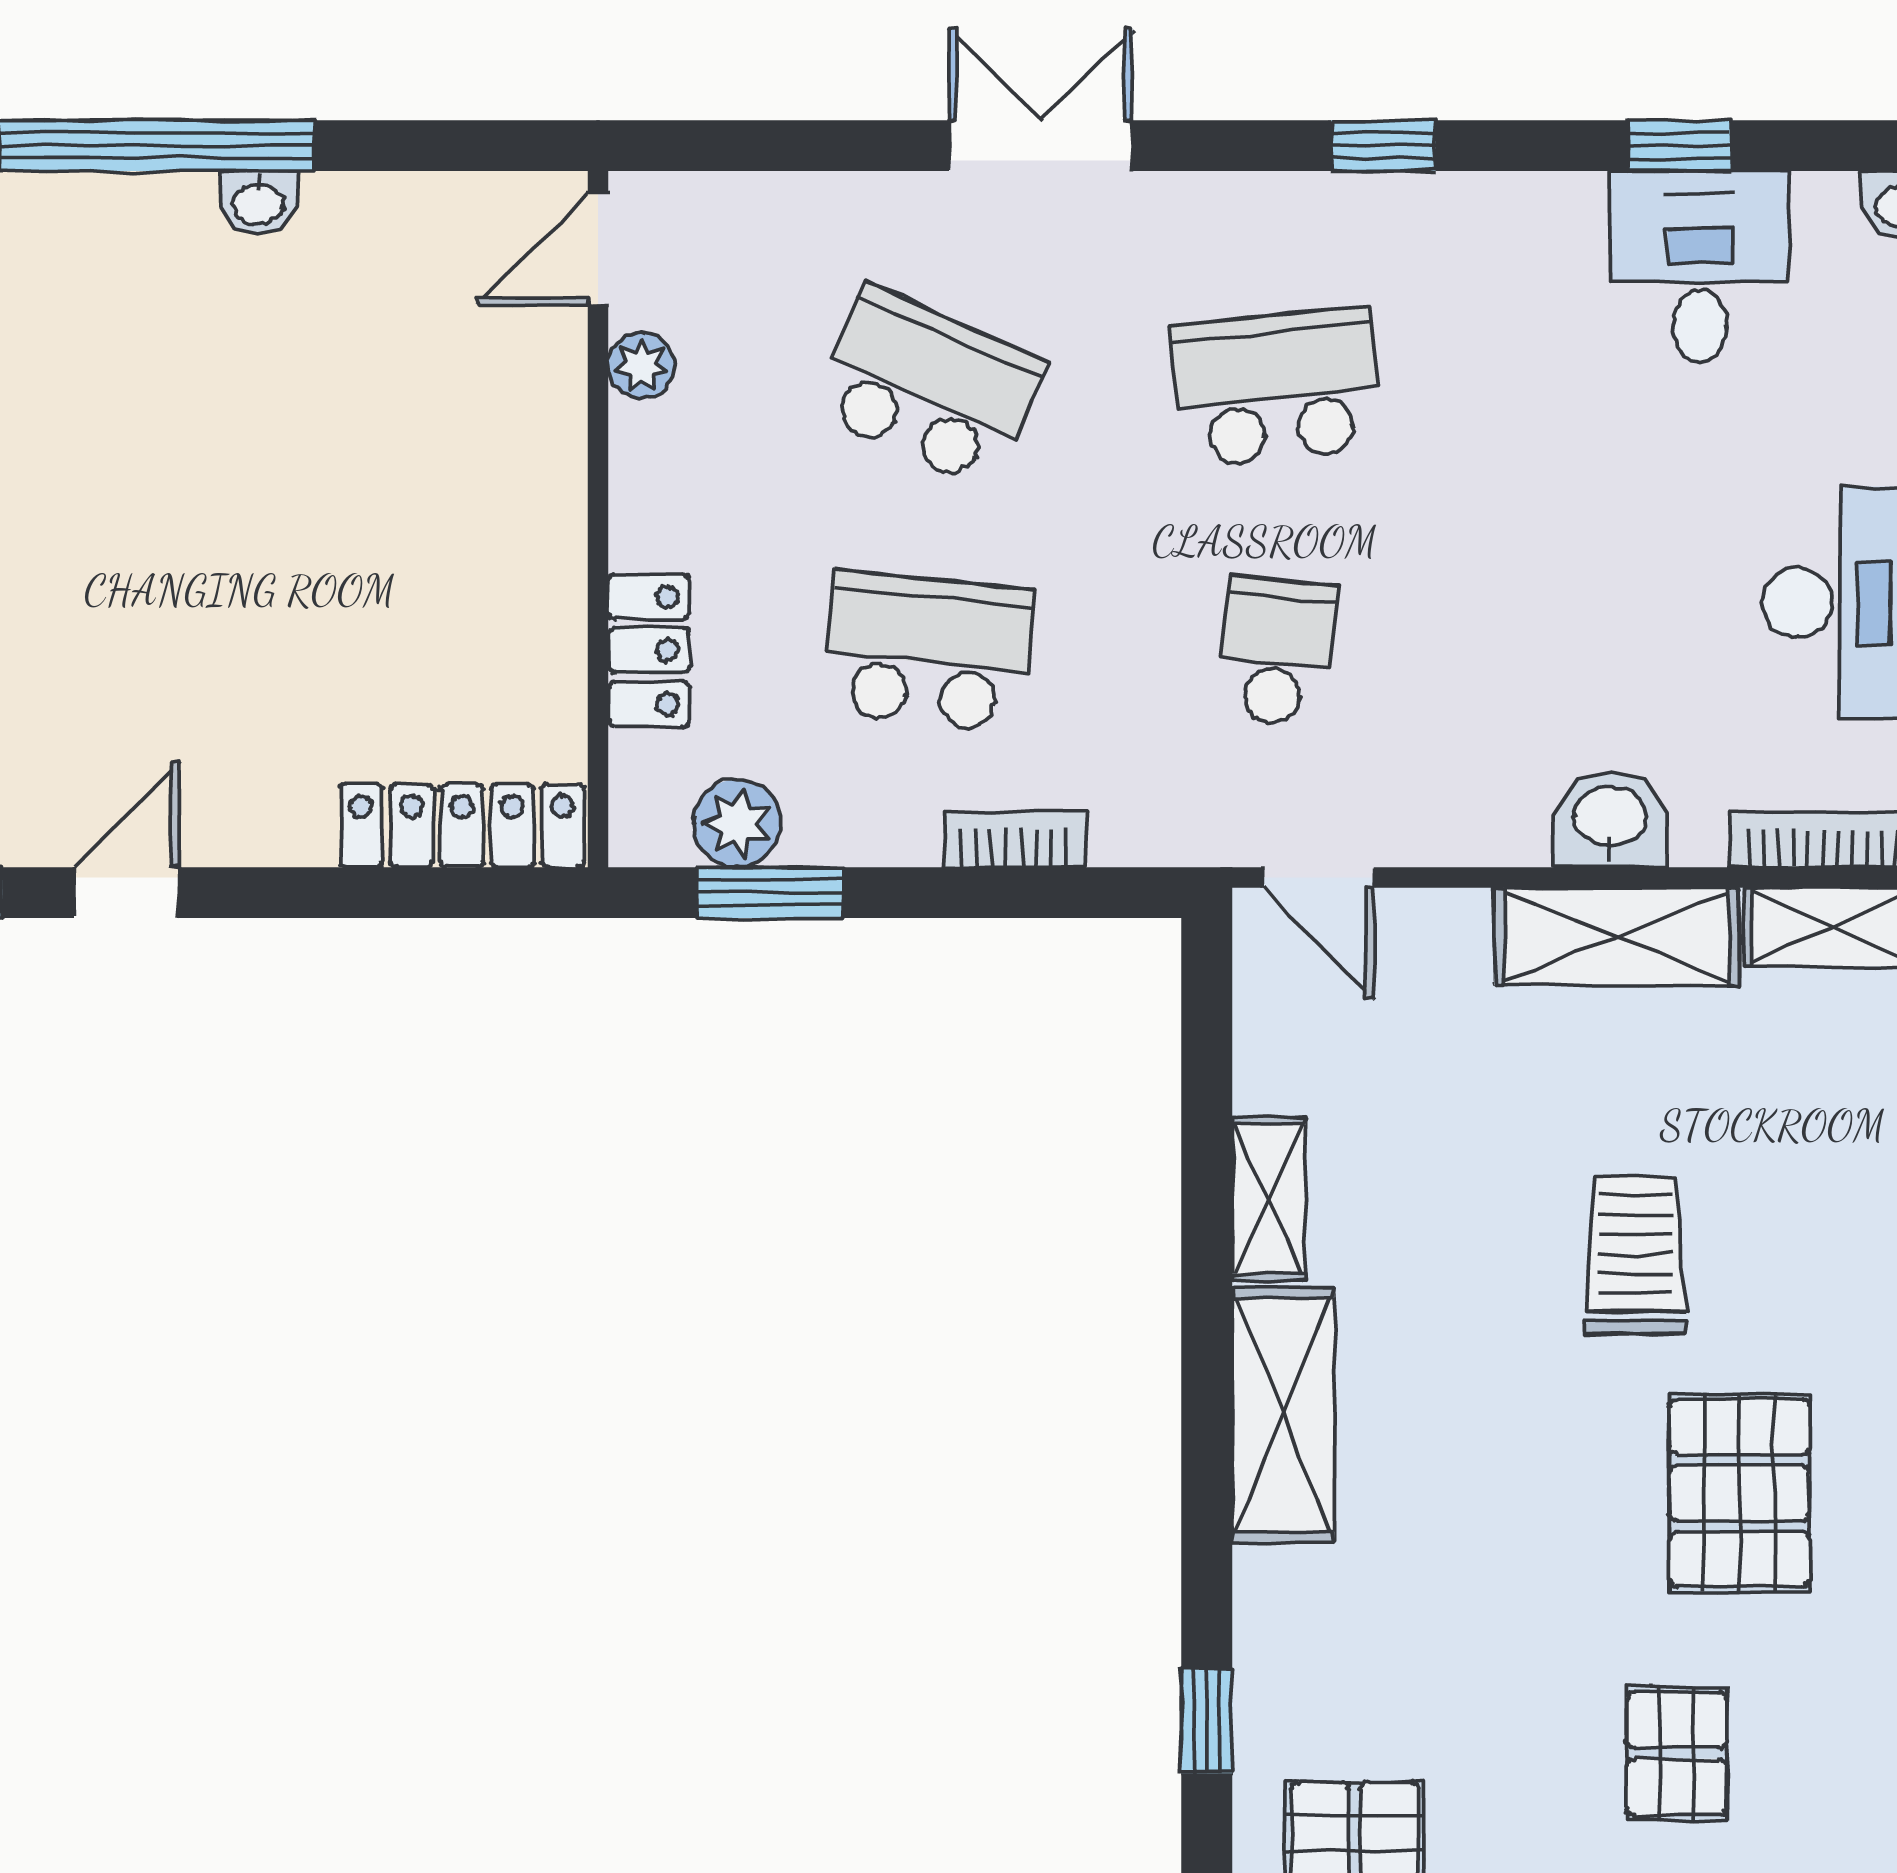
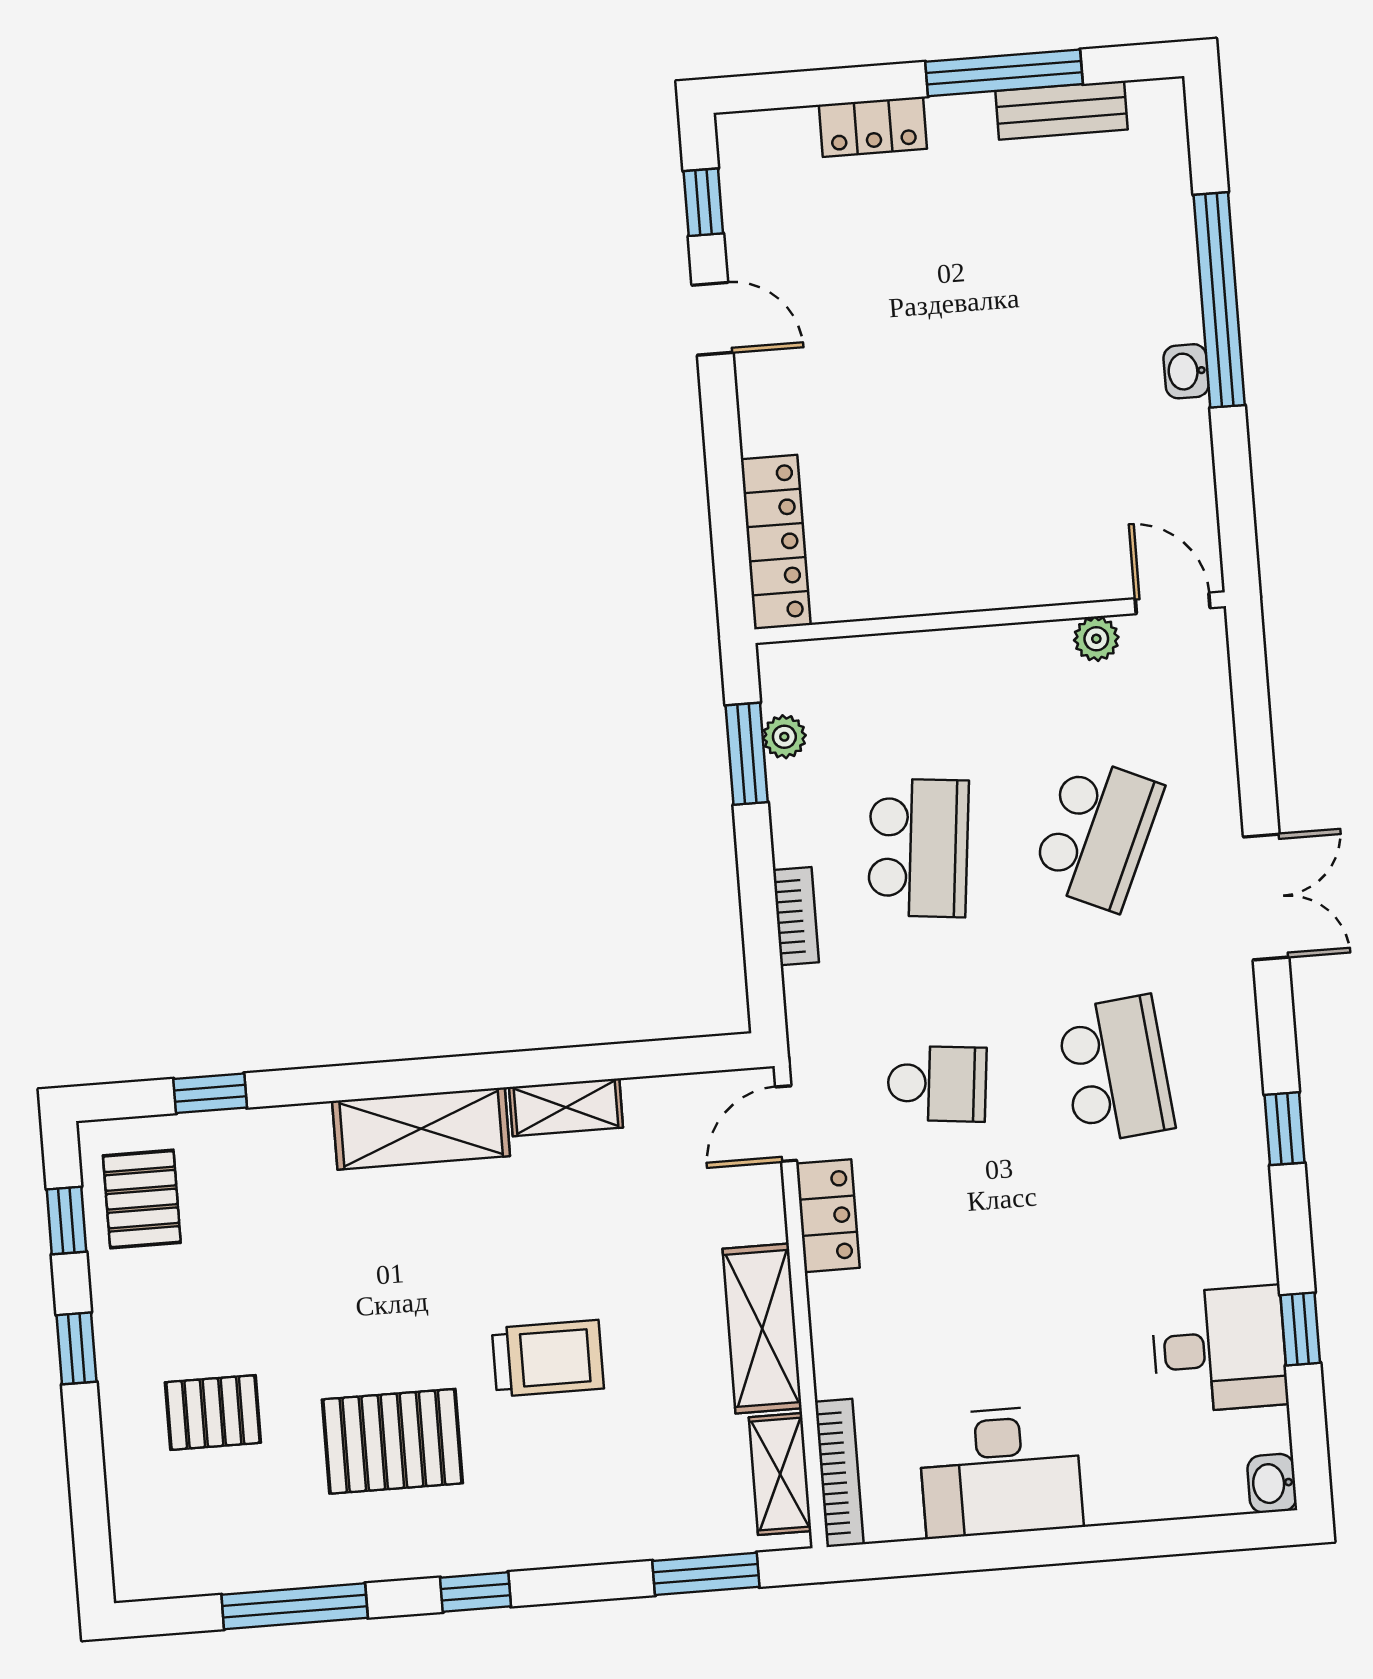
locker: (649, 650) -> (828, 1216), moved, turned -90
washbasin: (1610, 819) -> (841, 1318), removed
plant: (737, 823) -> (784, 737), width x0.73, depth x0.73

